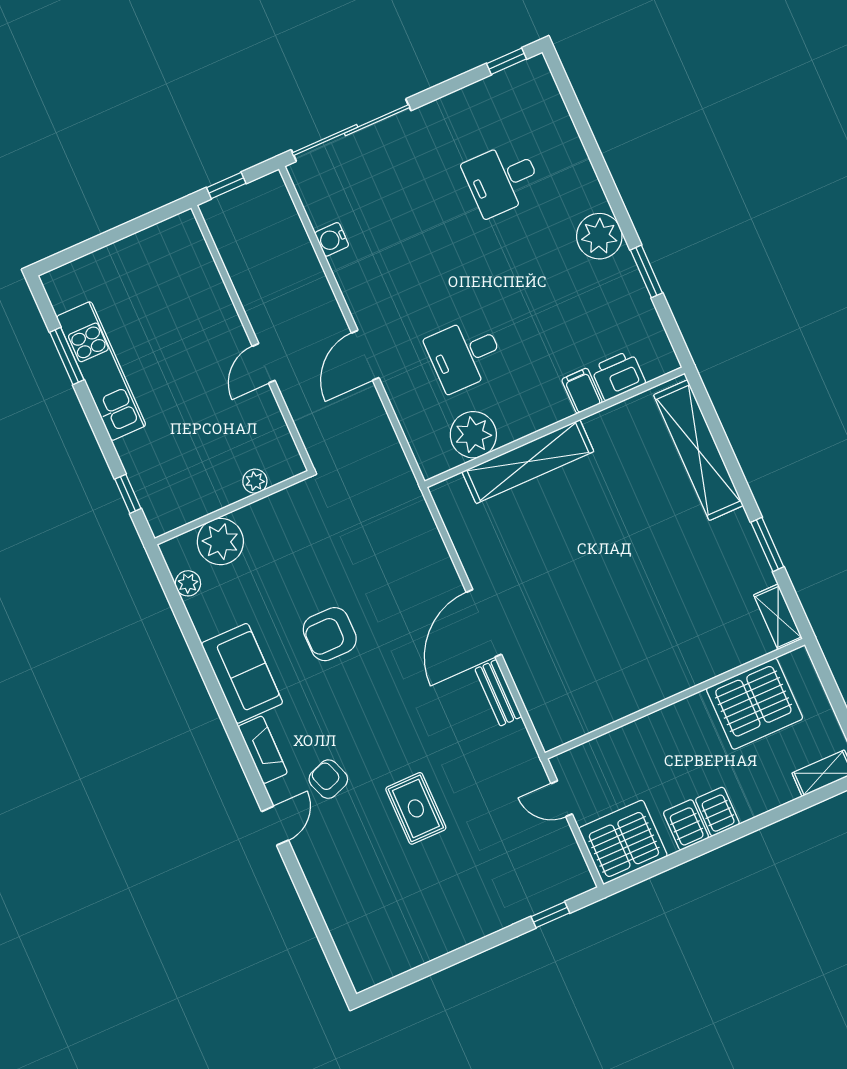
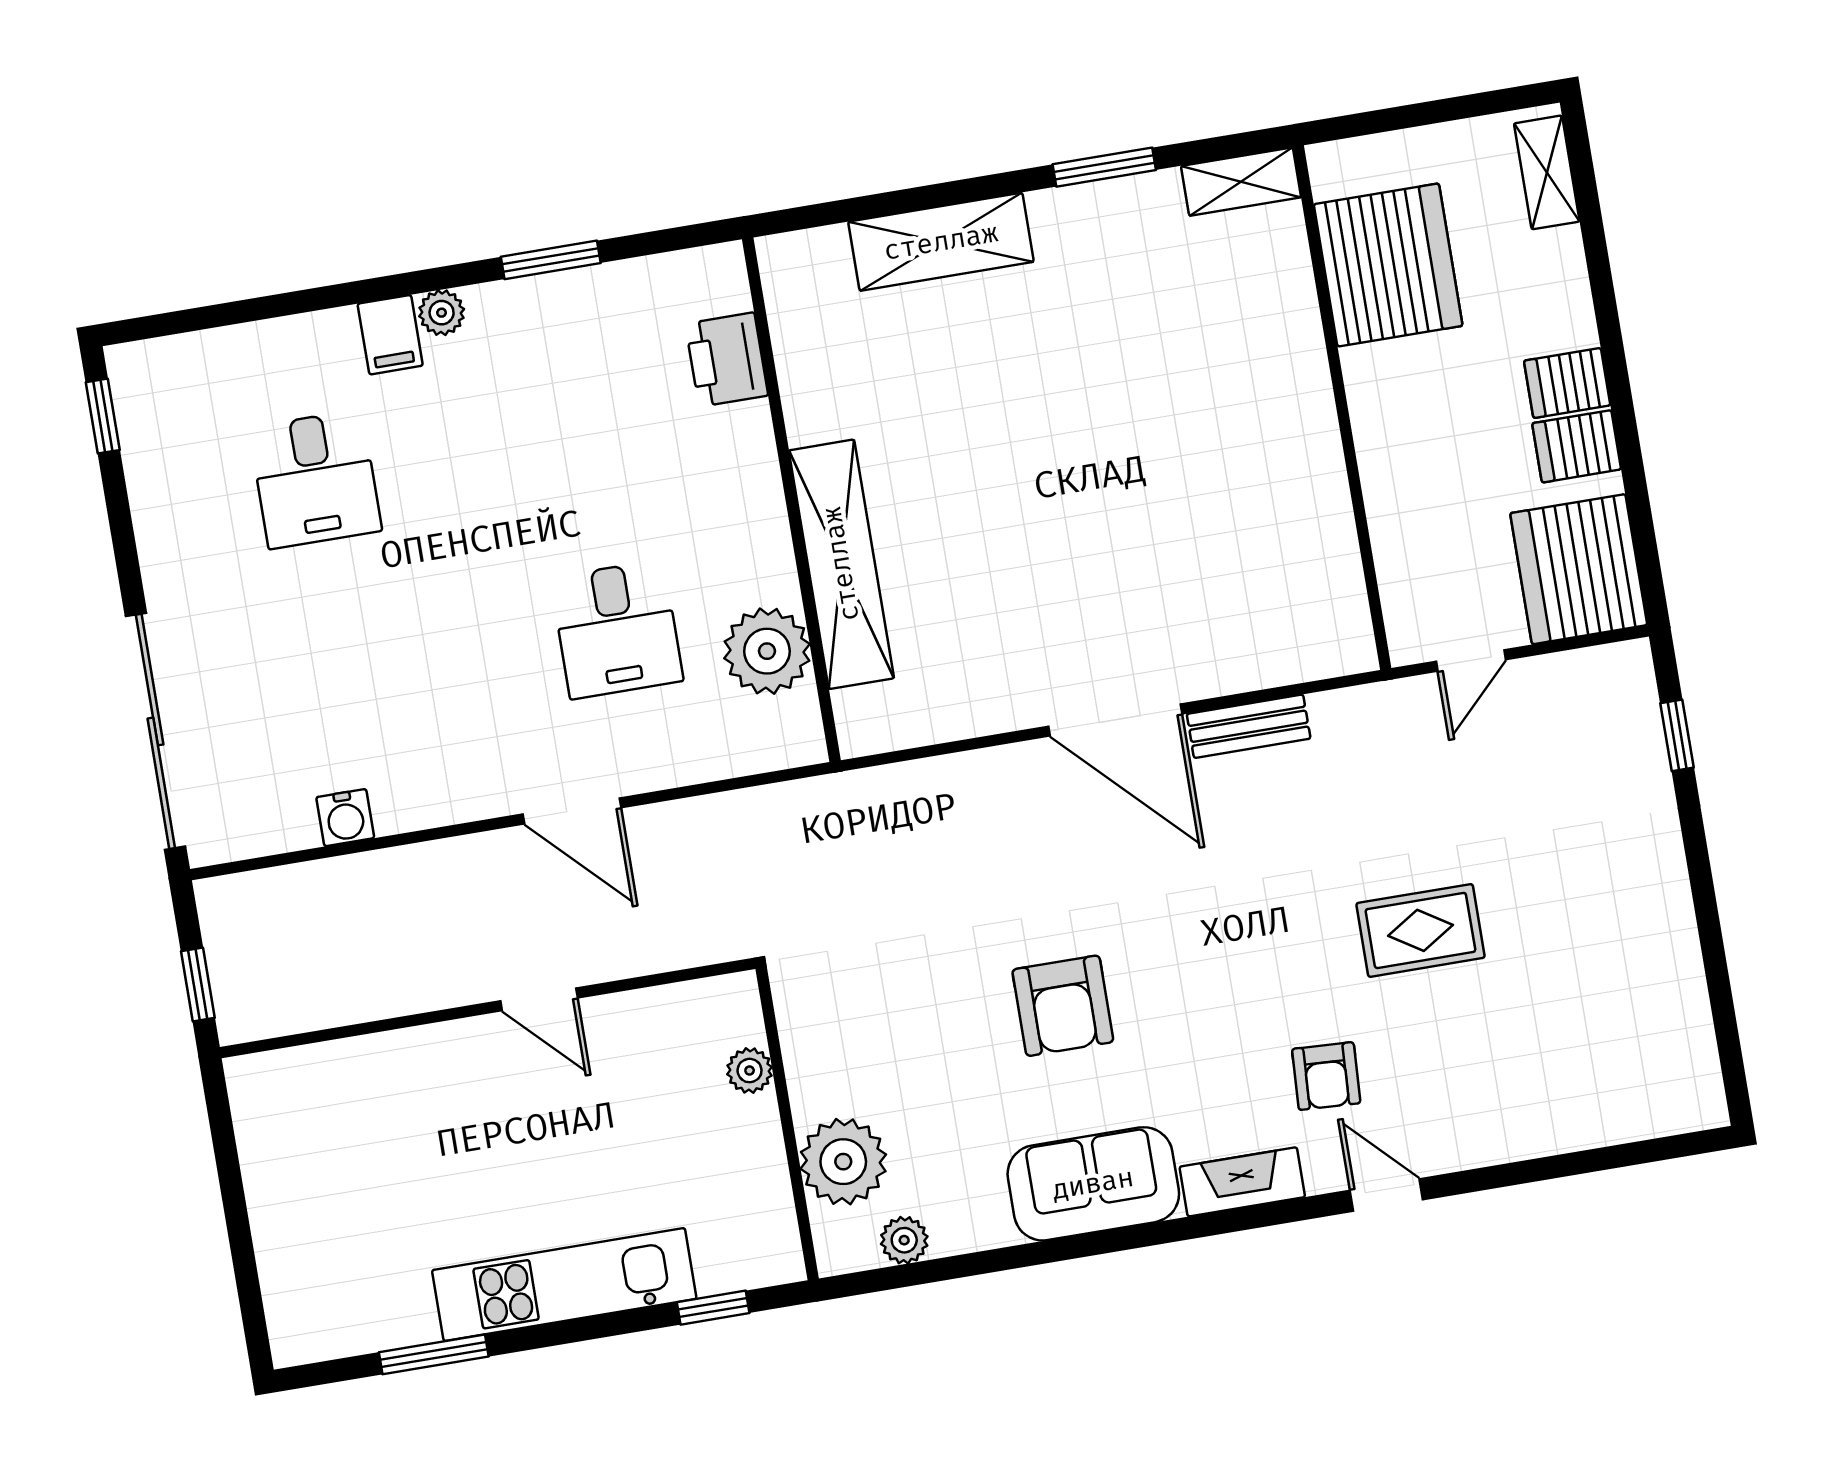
plant: (599, 236) -> (442, 313), width x0.53, depth x0.53
kitchen unit: (101, 371) -> (564, 1284), moved
filing cabinet: (582, 391) -> (390, 335), moved, turned -90
shelving: (698, 450) -> (941, 242), width x0.68
armchair: (328, 779) -> (1326, 1076), turned -67

